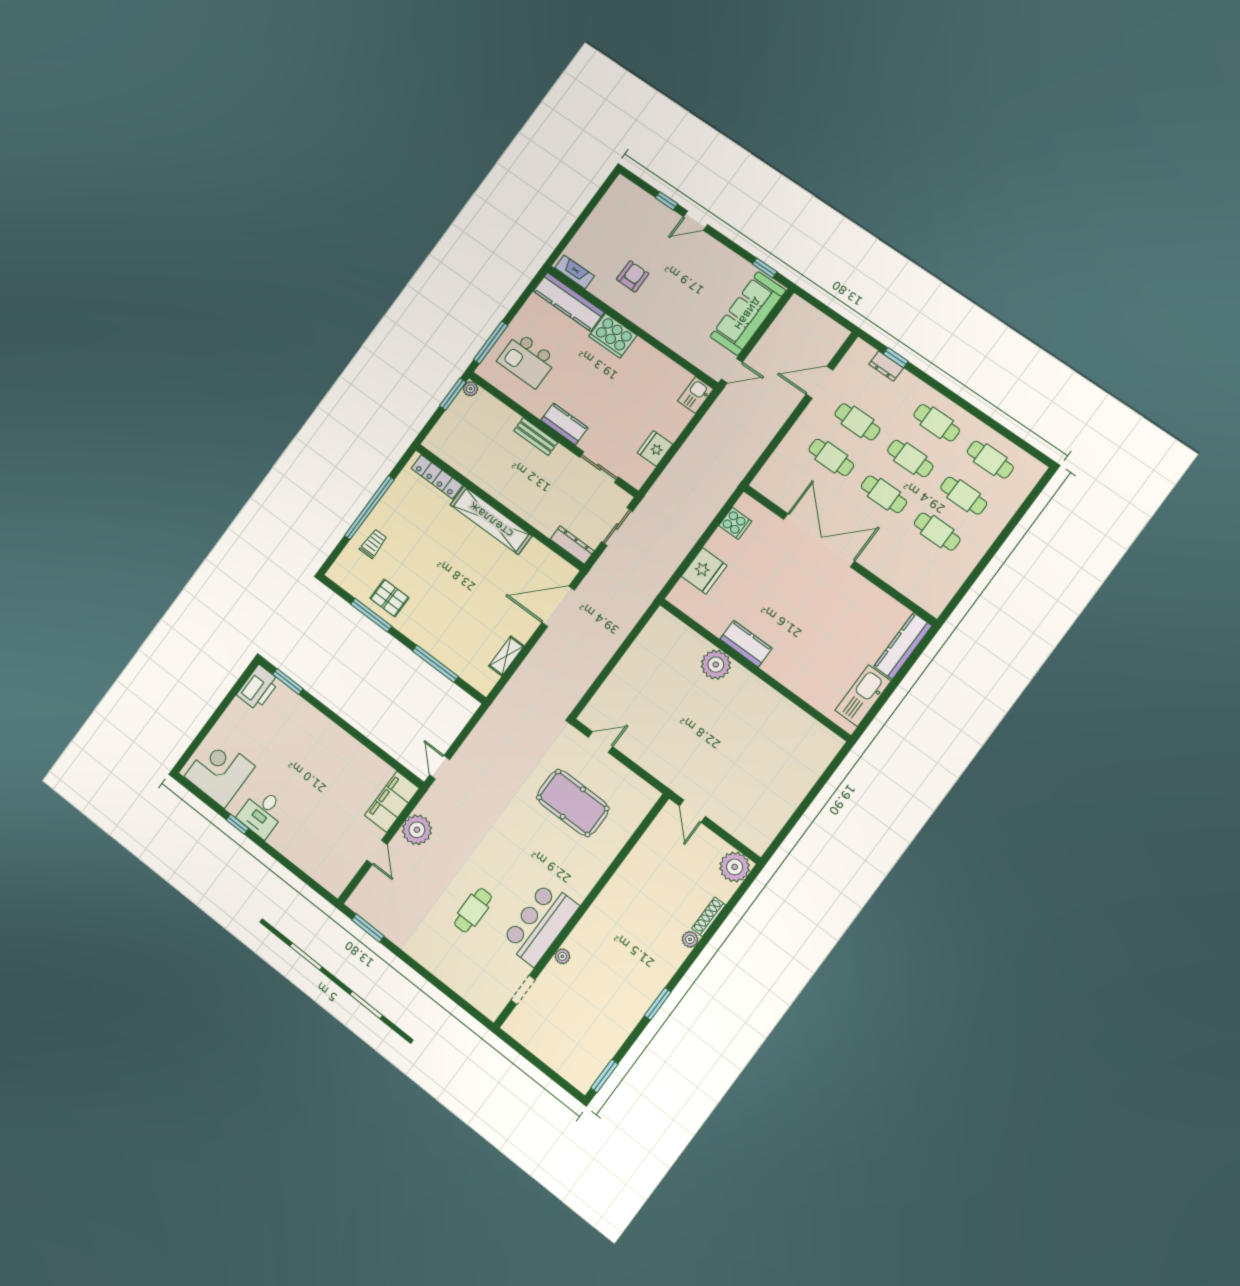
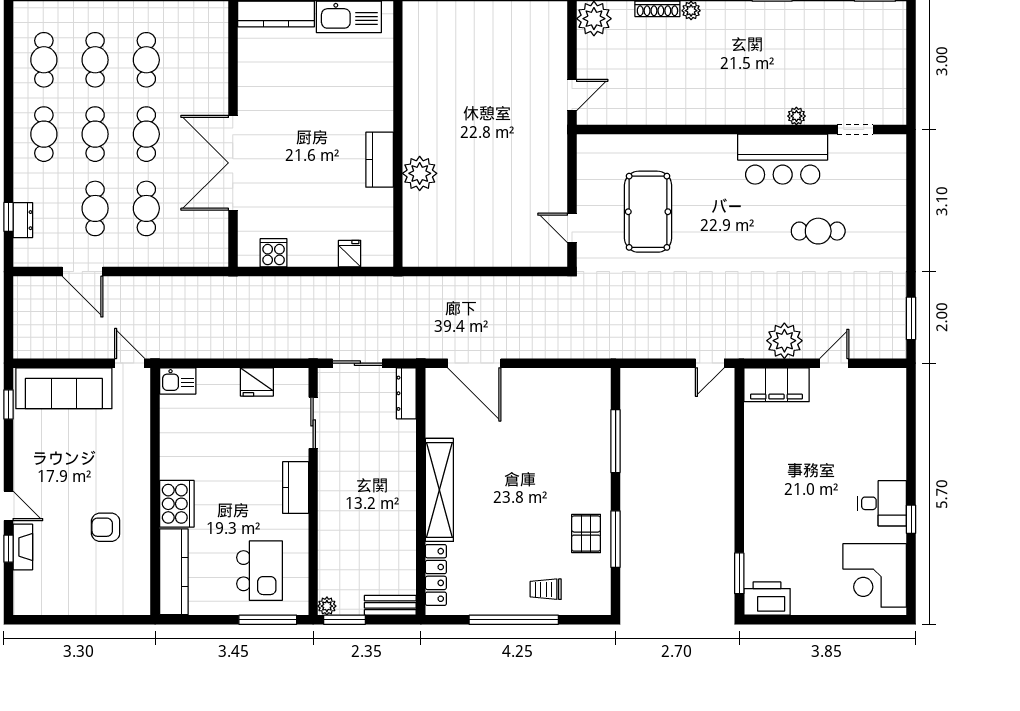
fireplace: (574, 272) -> (23, 547), moved, turned 180
bench: (536, 437) -> (390, 605), moved, turned 90
fridge: (704, 571) -> (350, 254), width x0.53, depth x0.75
shelving: (506, 656) -> (558, 378), removed

